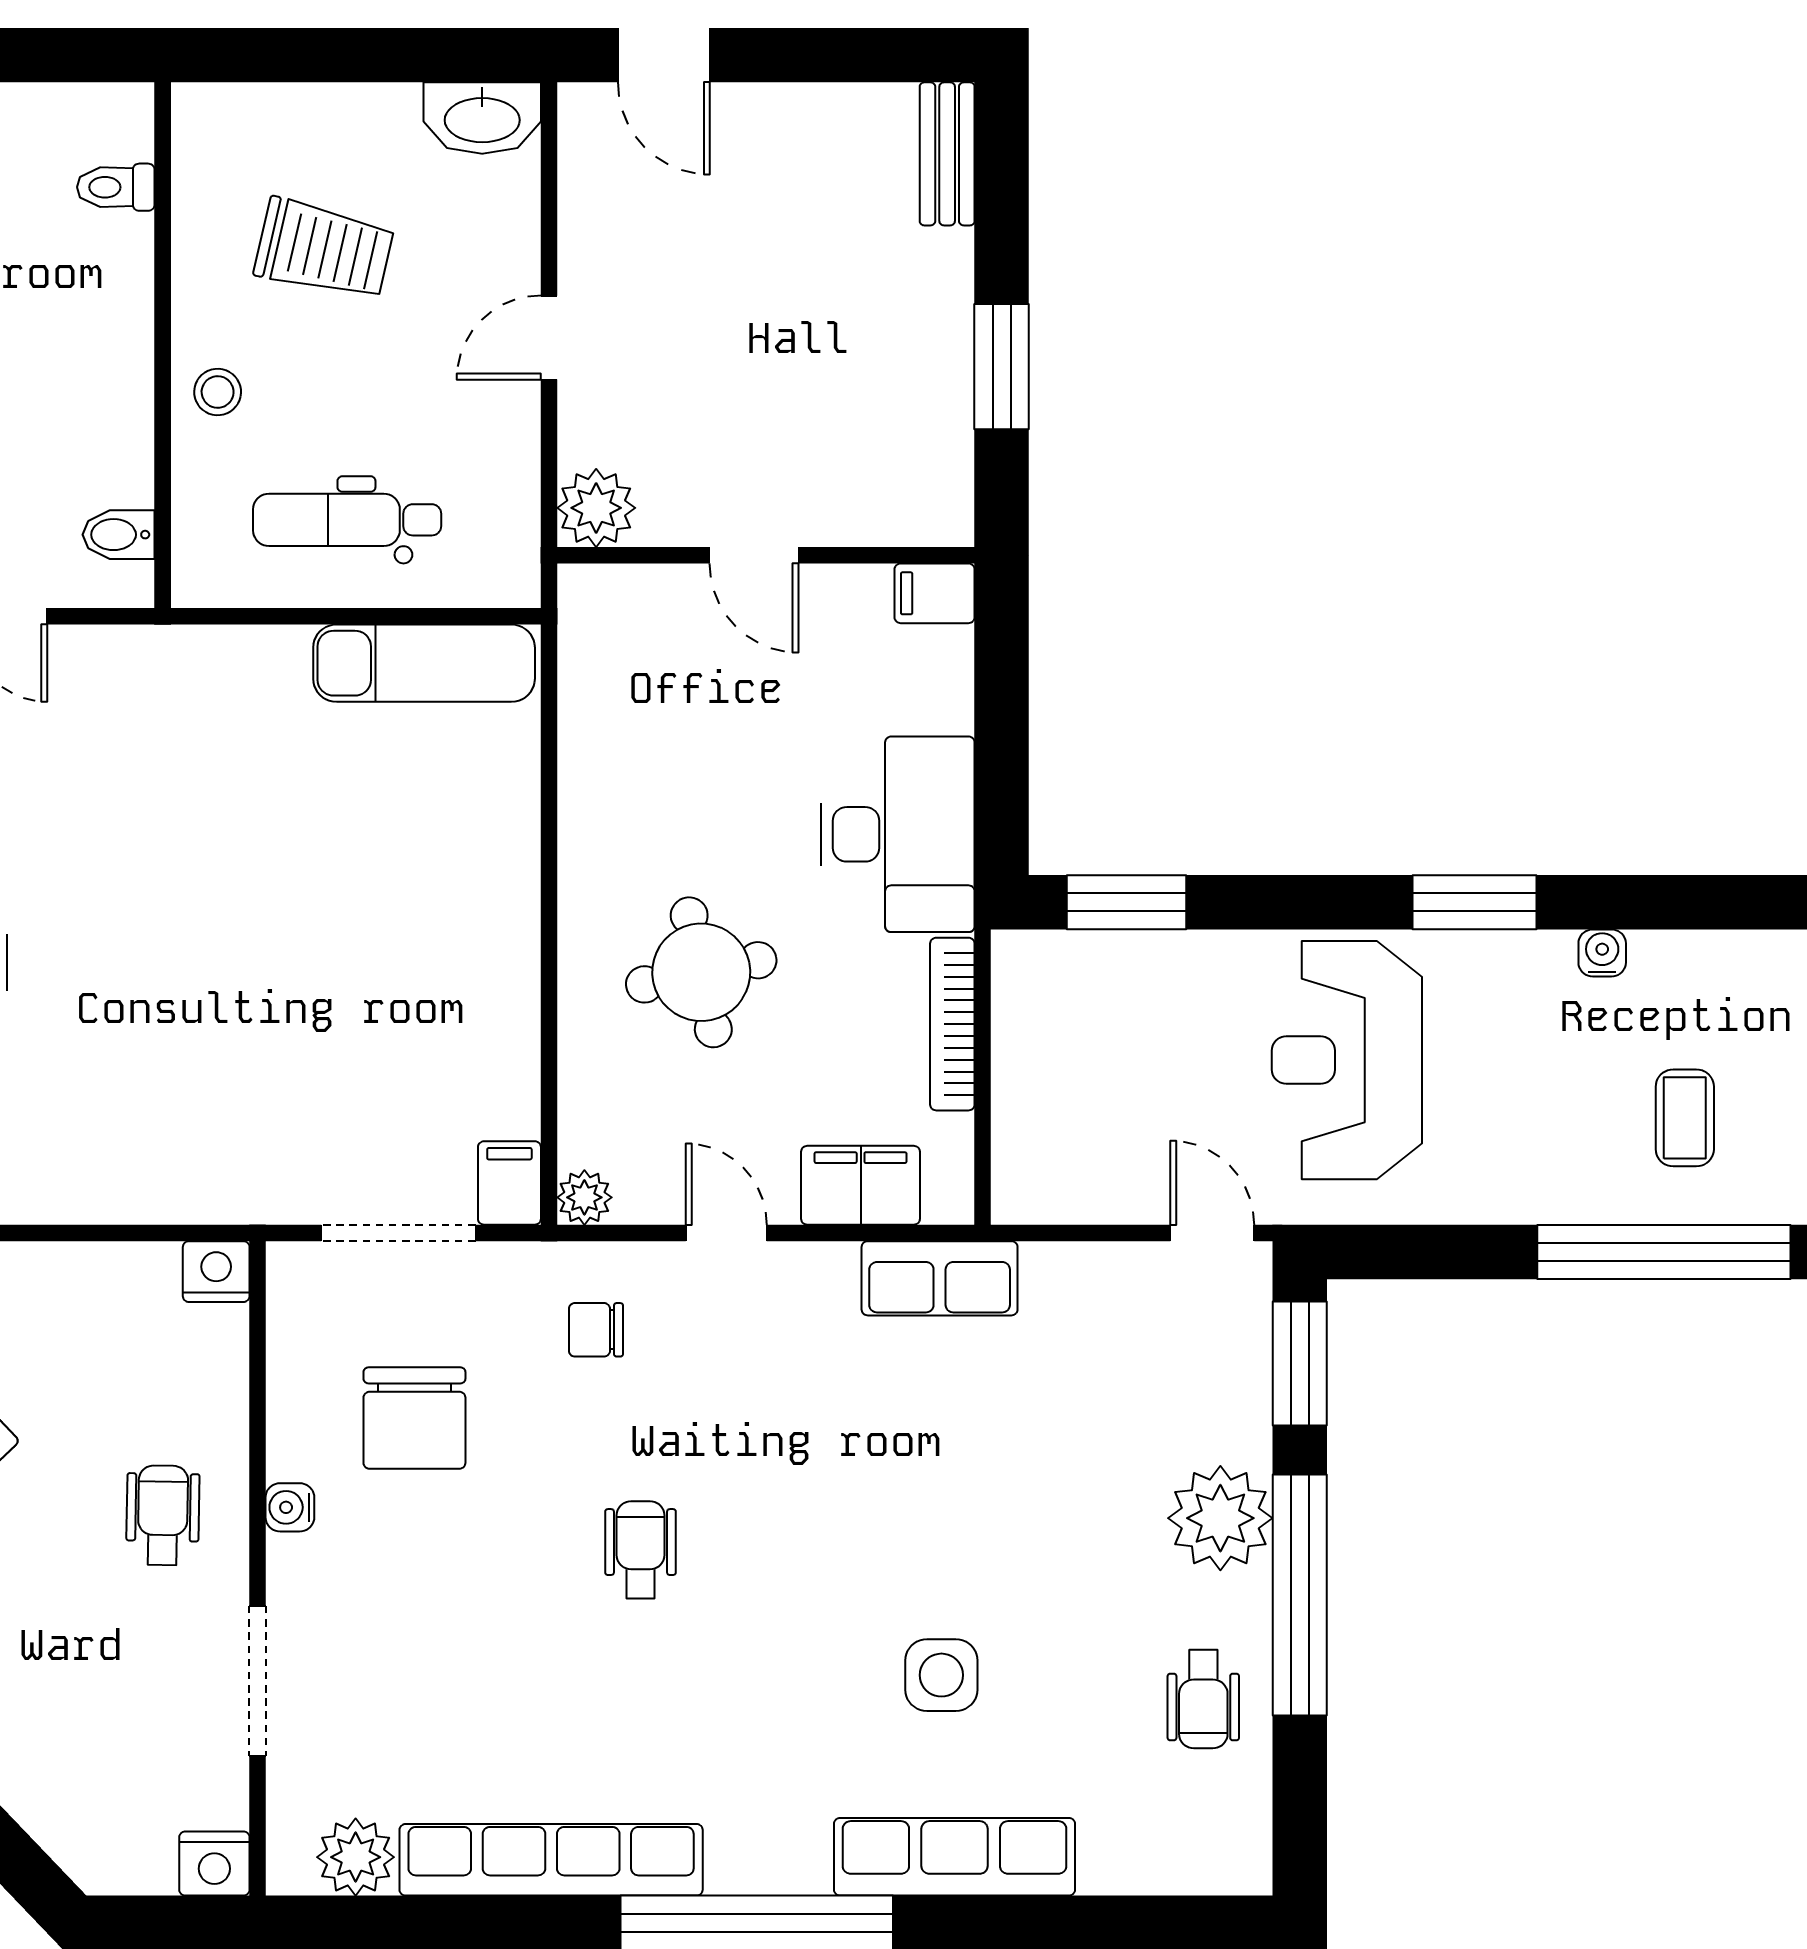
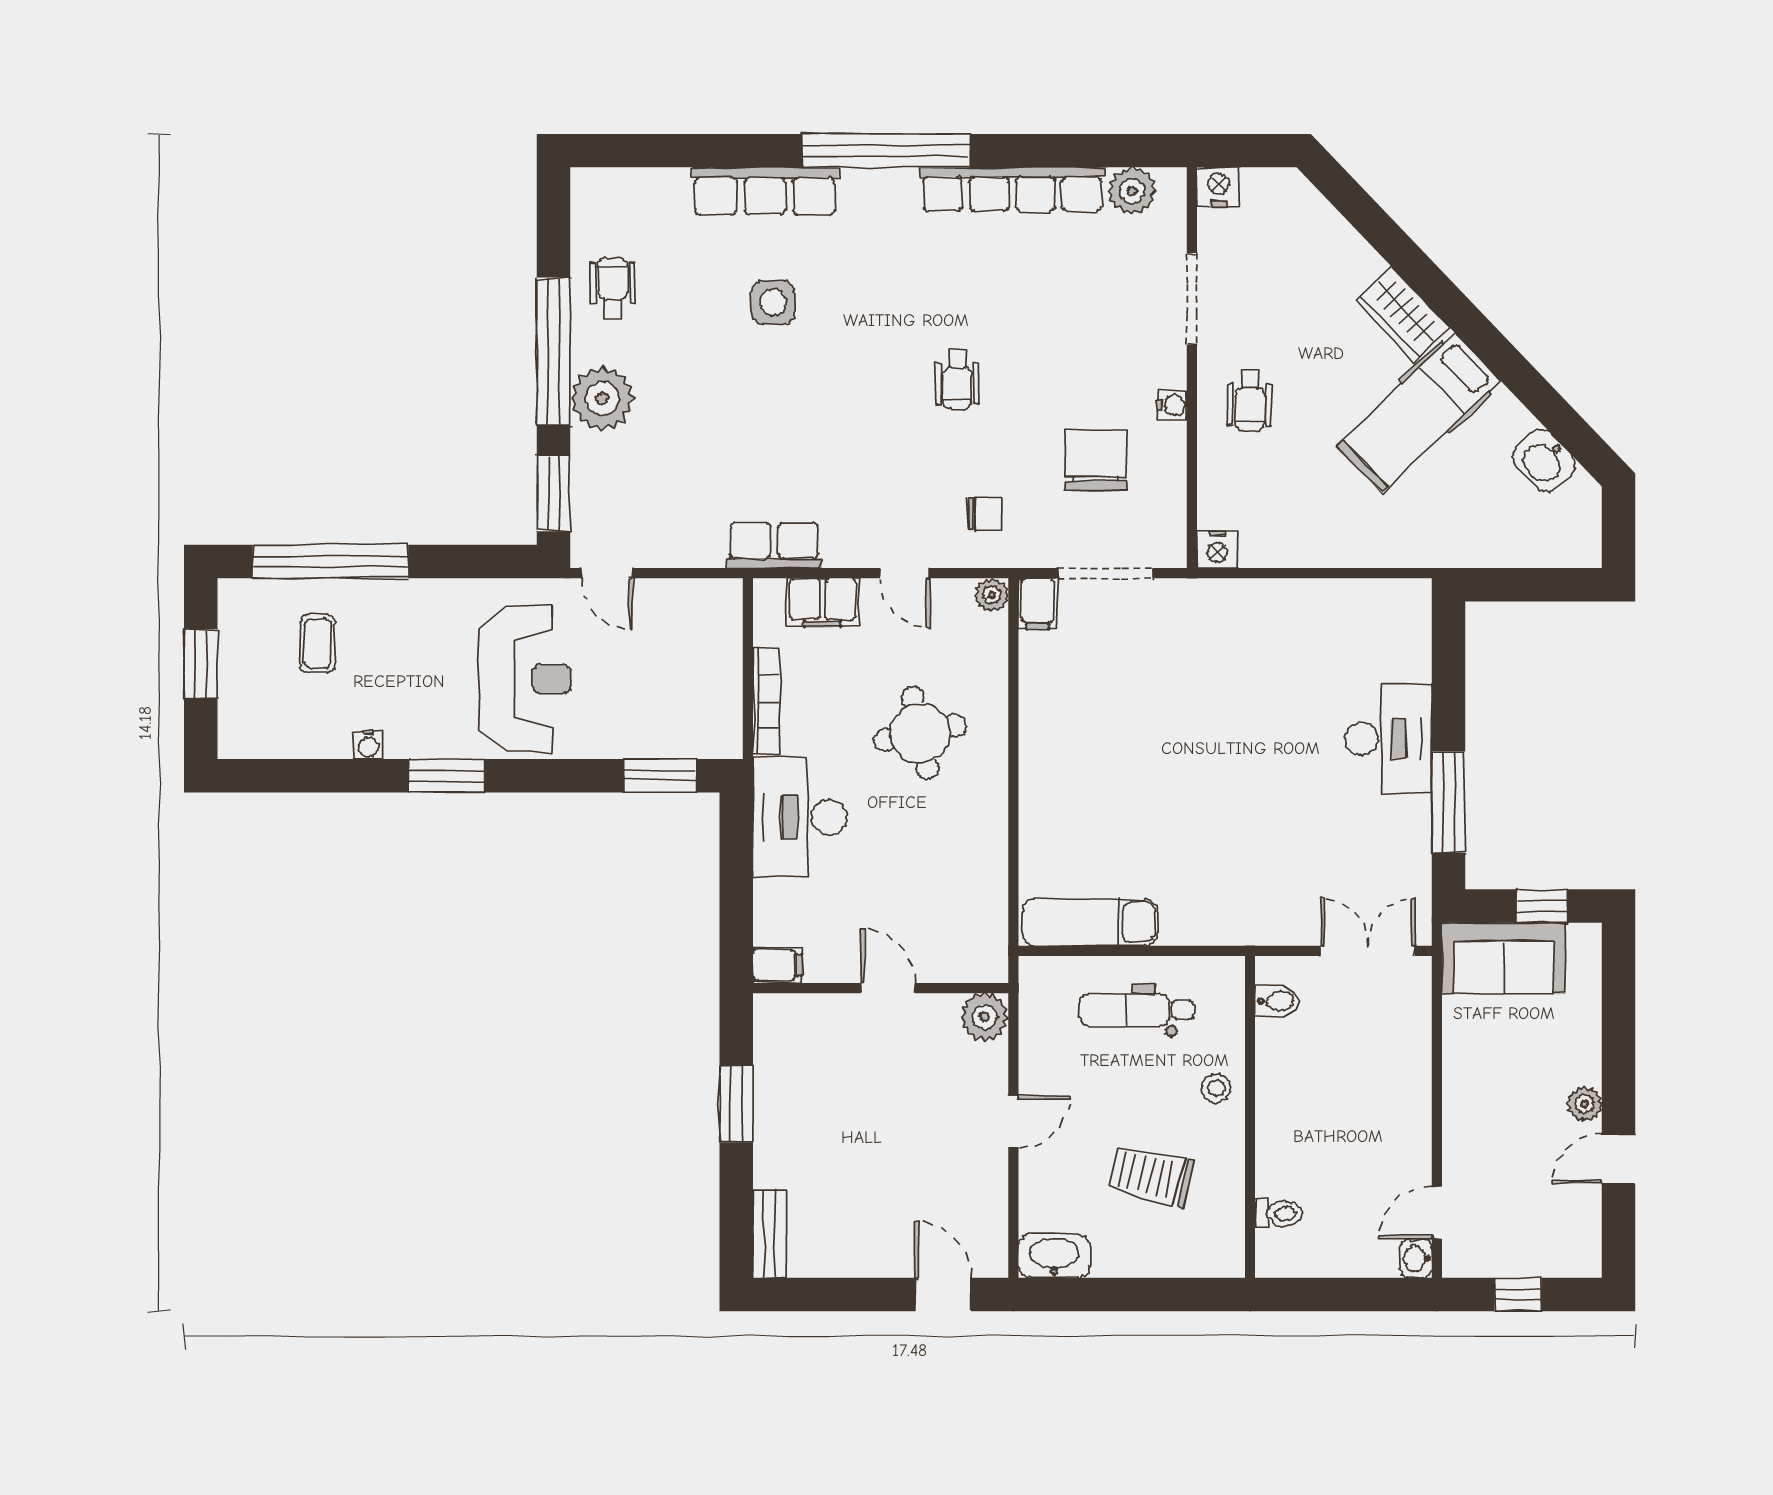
dental chair: (347, 520) -> (1137, 1010), turned 180

